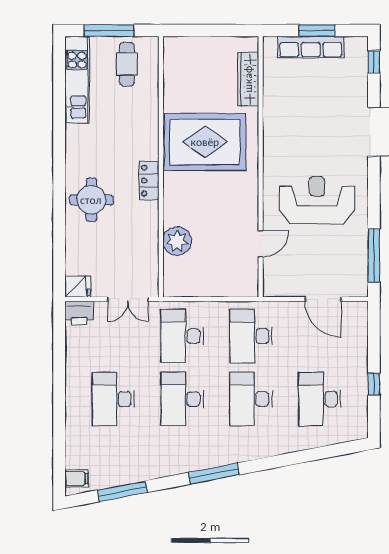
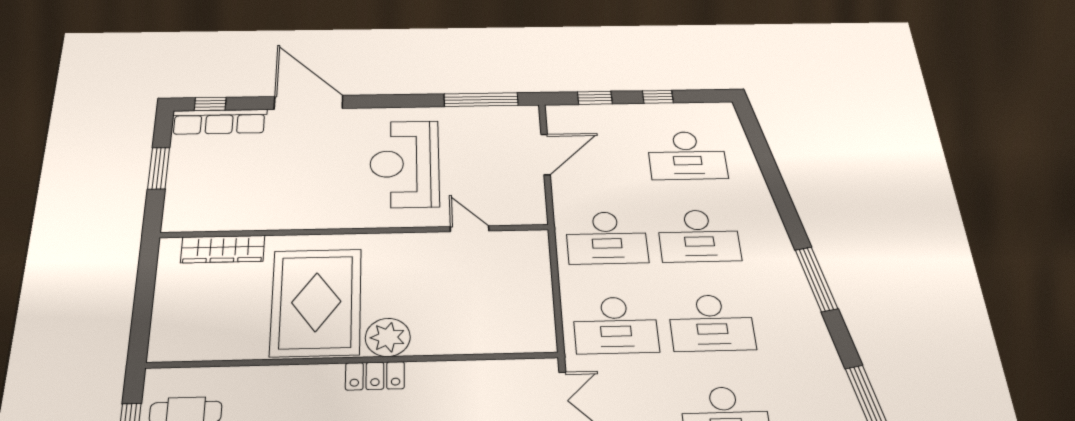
row of seats: (311, 47) -> (219, 122), moved, turned 90
plant: (177, 241) -> (388, 337), moved
window: (374, 338) -> (595, 98), added

